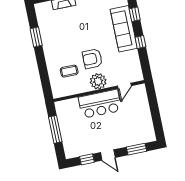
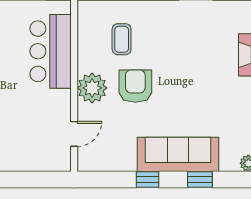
door: (124, 86) -> (74, 134), swing flipped
bar counter: (100, 104) -> (51, 51), moved

